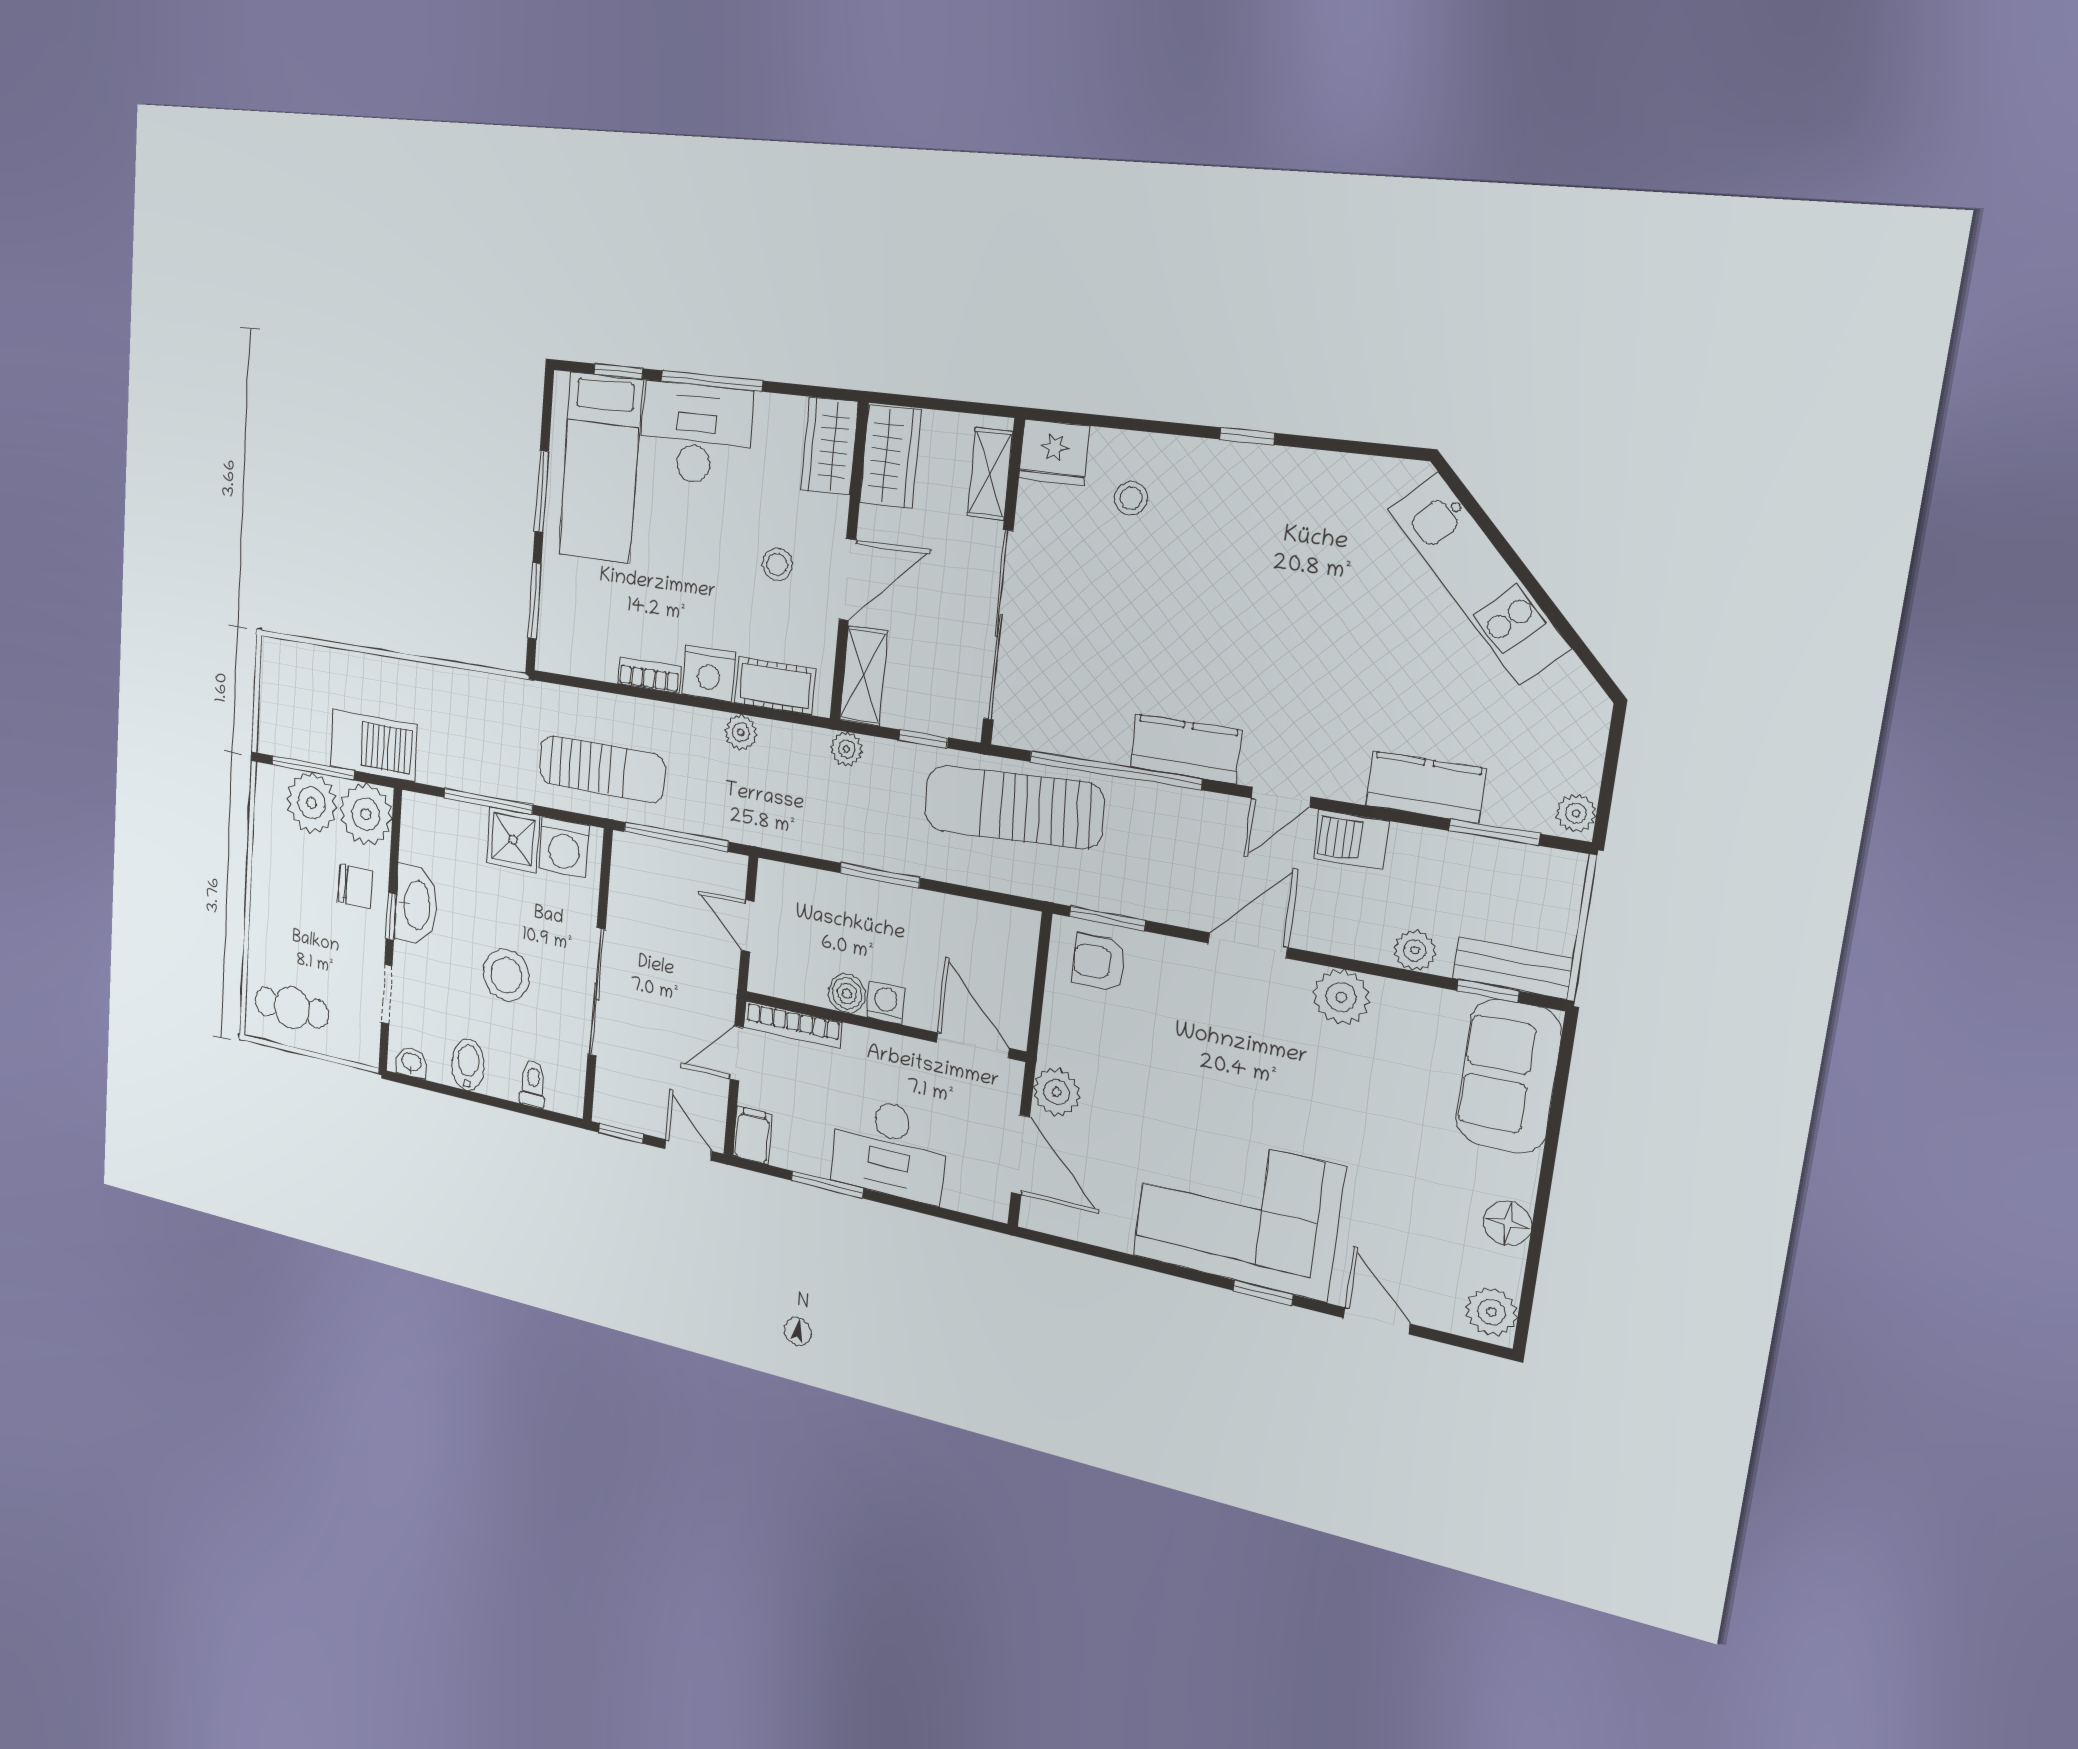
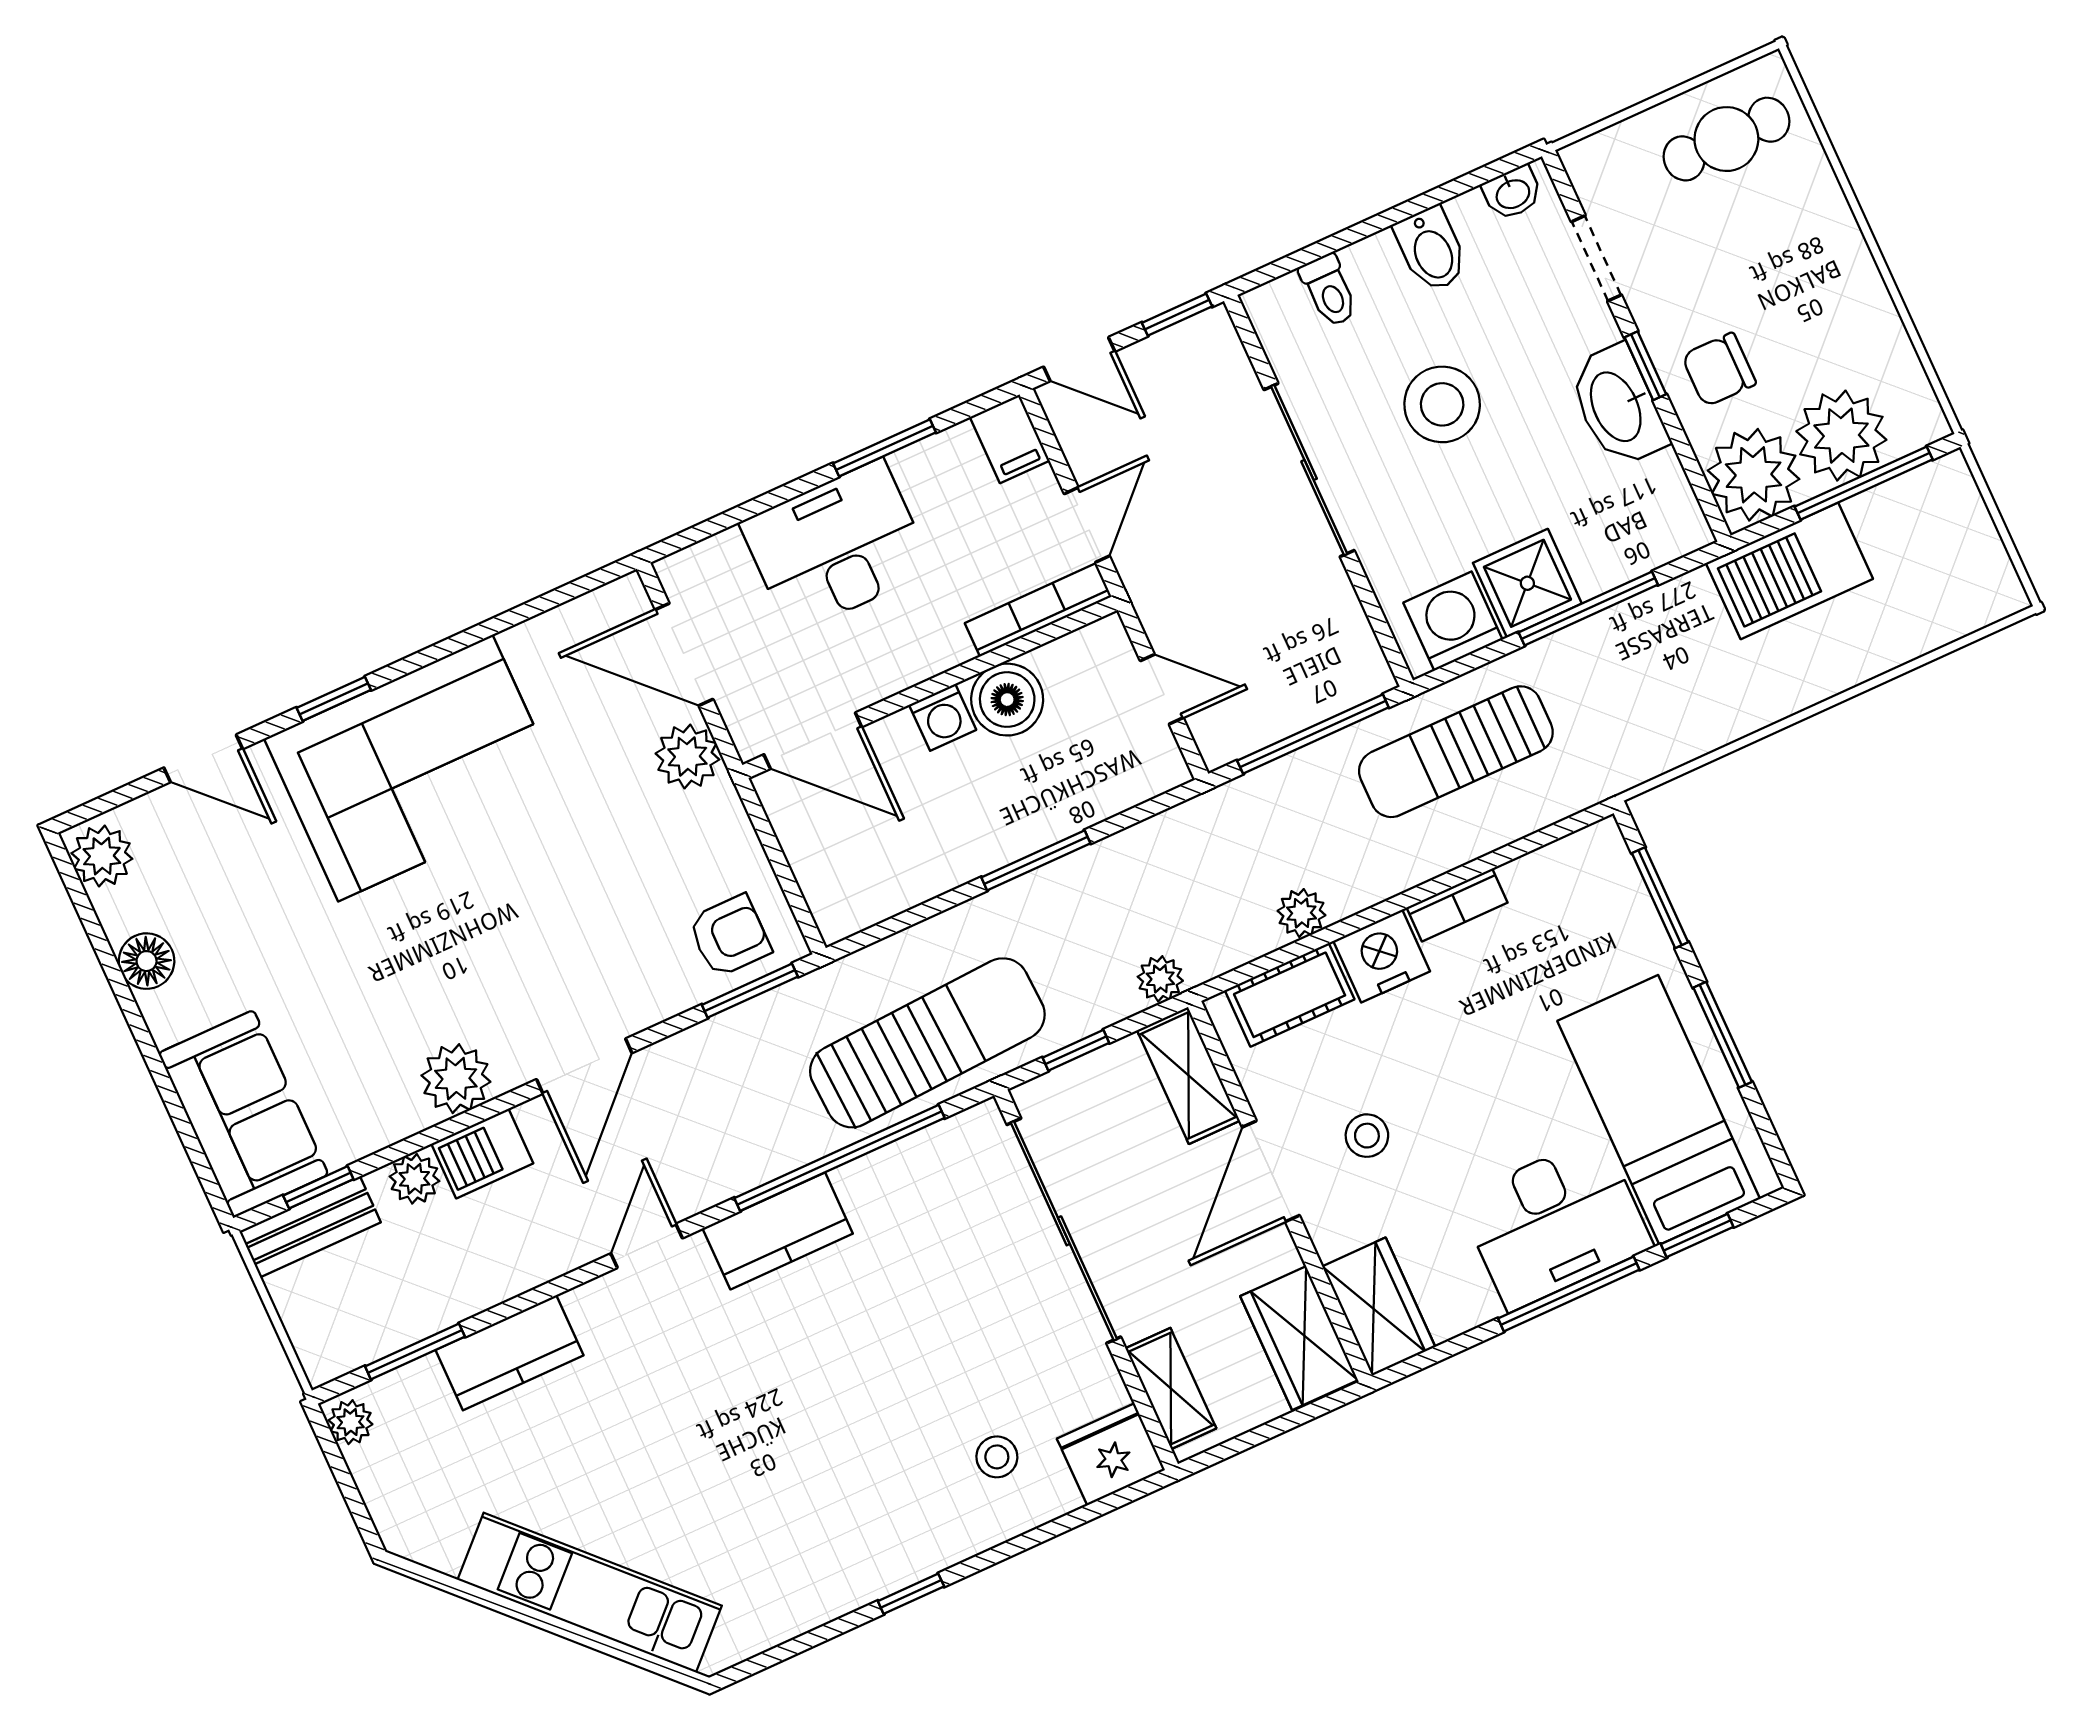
barbecue: (1351, 840) -> (482, 1153), moved, turned 180
boiler: (847, 993) -> (1007, 700), width x1.36, depth x1.36

